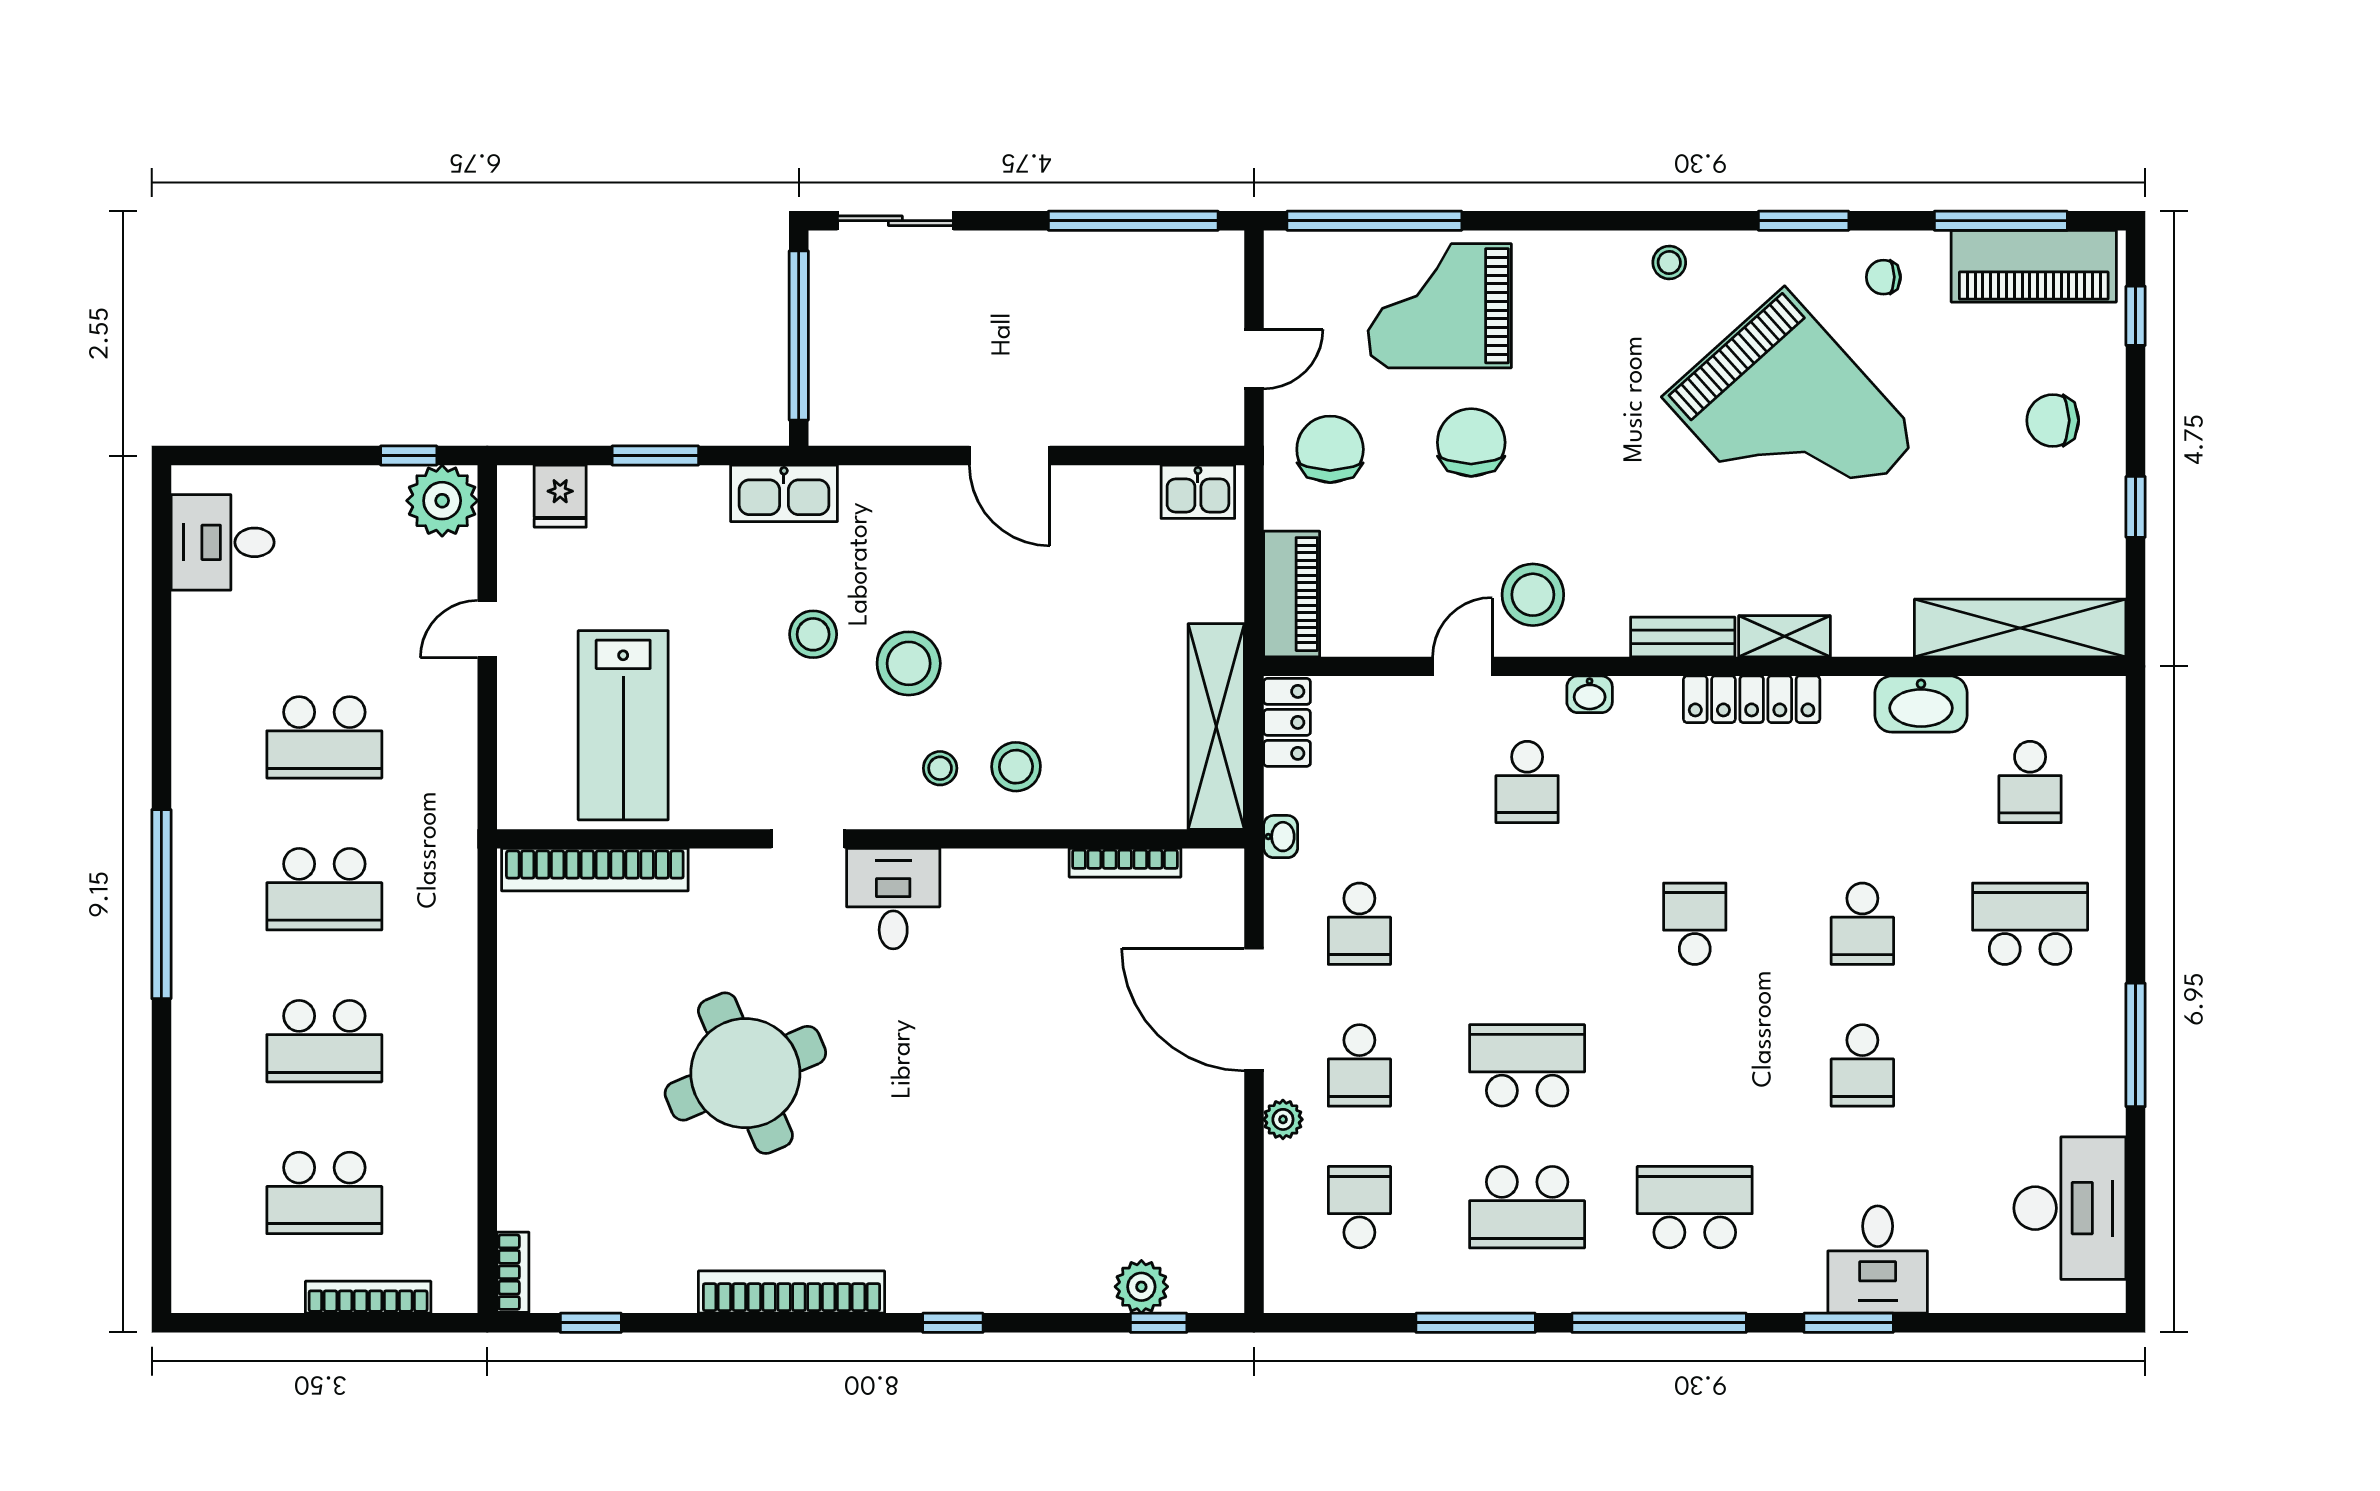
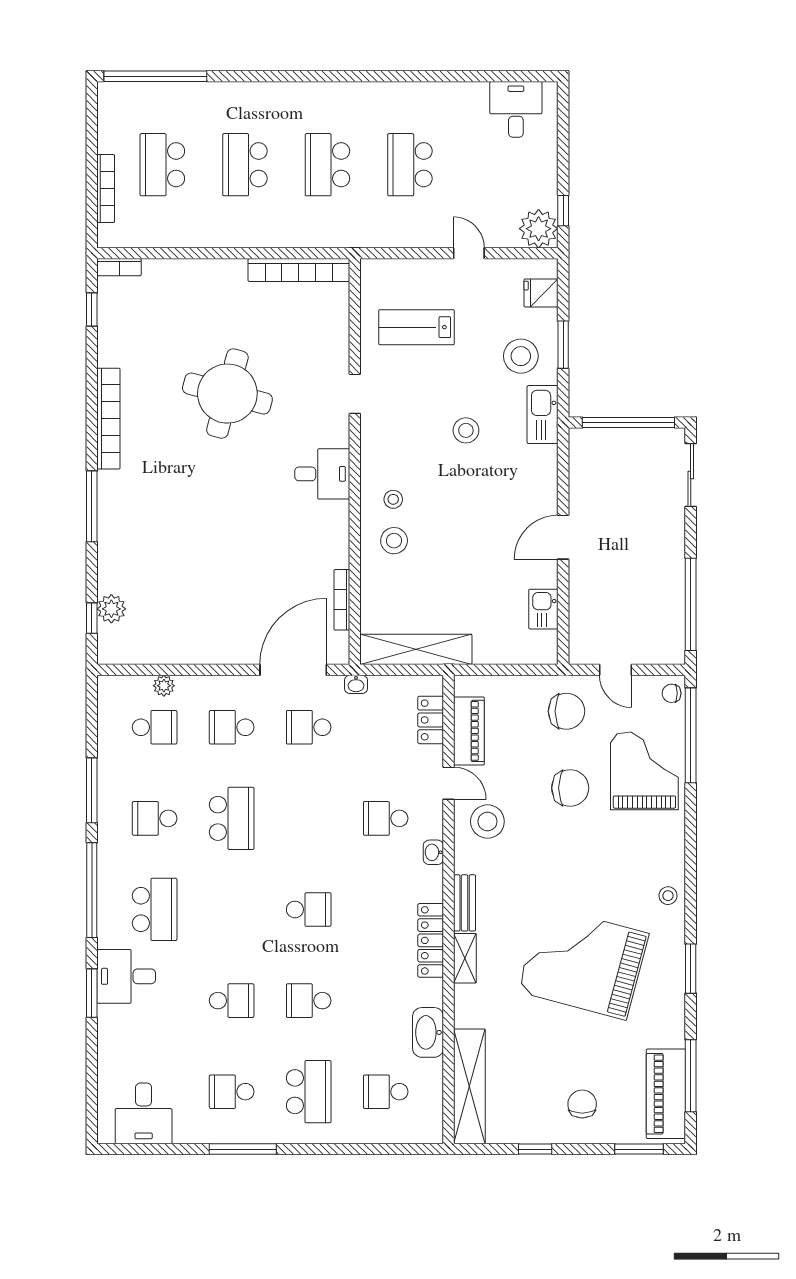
chair: (1883, 277) -> (672, 693), moved, turned -90
window: (2136, 316) -> (639, 1149), width x1.50
grand piano: (1792, 418) -> (583, 962), turned 57
kitchen sink: (1198, 492) -> (543, 609), moved
piano: (1292, 594) -> (469, 731), moved, turned -90
stool: (909, 663) -> (521, 356), moved
locker: (1287, 722) -> (431, 720), moved, turned 90
lab bench: (623, 725) -> (416, 327), width x0.73, depth x0.72
doorway: (808, 839) -> (355, 394), moved
bookcase: (595, 870) -> (299, 270), moved, turned -90
window: (161, 904) -> (155, 76), moved
door: (1254, 1010) -> (293, 670), moved
school desk: (1862, 1065) -> (232, 1001), turned 180
school desk: (2030, 1065) -> (232, 1092), added
round table: (745, 1073) -> (227, 394), turned 38
plant: (1283, 1119) -> (164, 686), moved
school desk: (1527, 1207) -> (155, 818), width x0.54
desk: (2070, 1208) -> (144, 1113), width x0.73
desk: (1878, 1259) -> (126, 976), moved
window: (953, 1323) -> (92, 506), width x2.17

